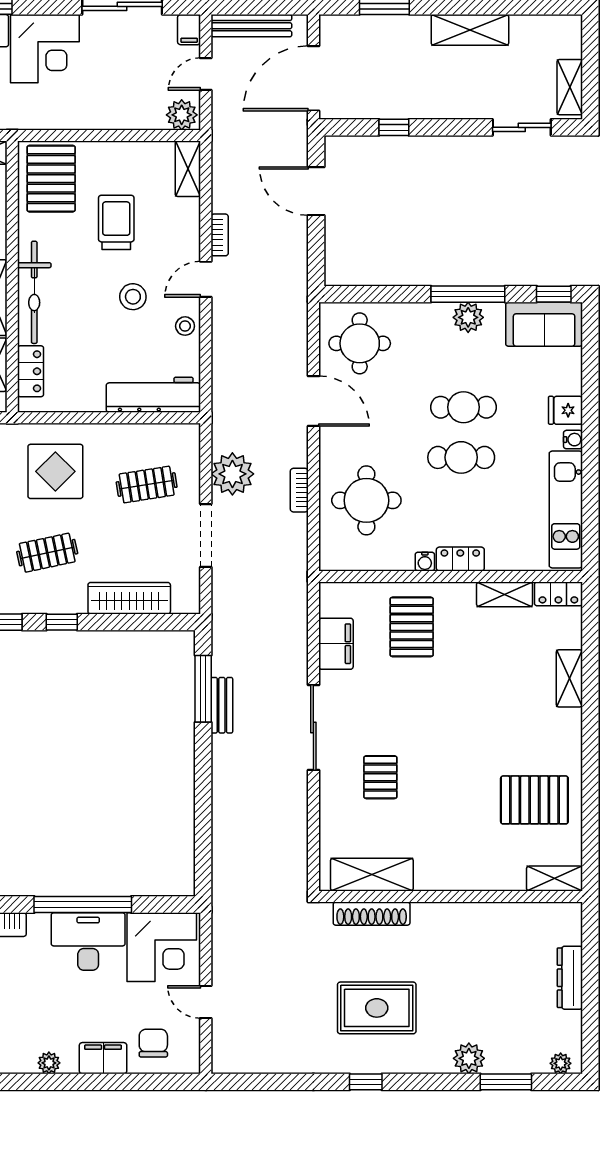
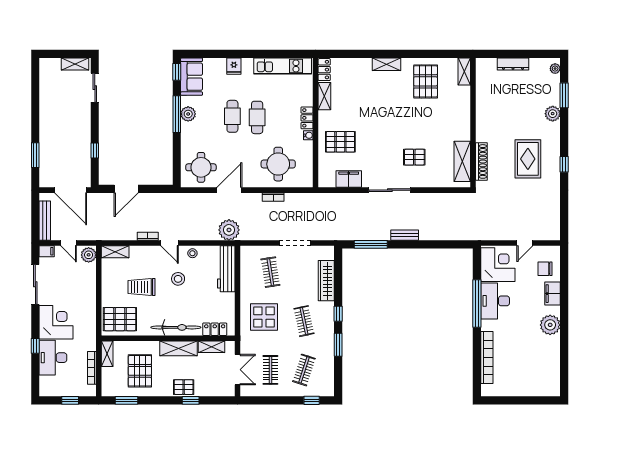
shelving: (470, 30) -> (47, 113), removed
water cooler: (573, 440) -> (248, 62), removed
plant: (232, 474) -> (229, 230), moved
shelving: (569, 678) -> (387, 64), moved
bench: (222, 705) -> (405, 235), moved
plant: (49, 1063) -> (550, 325), width x1.87, depth x1.87

